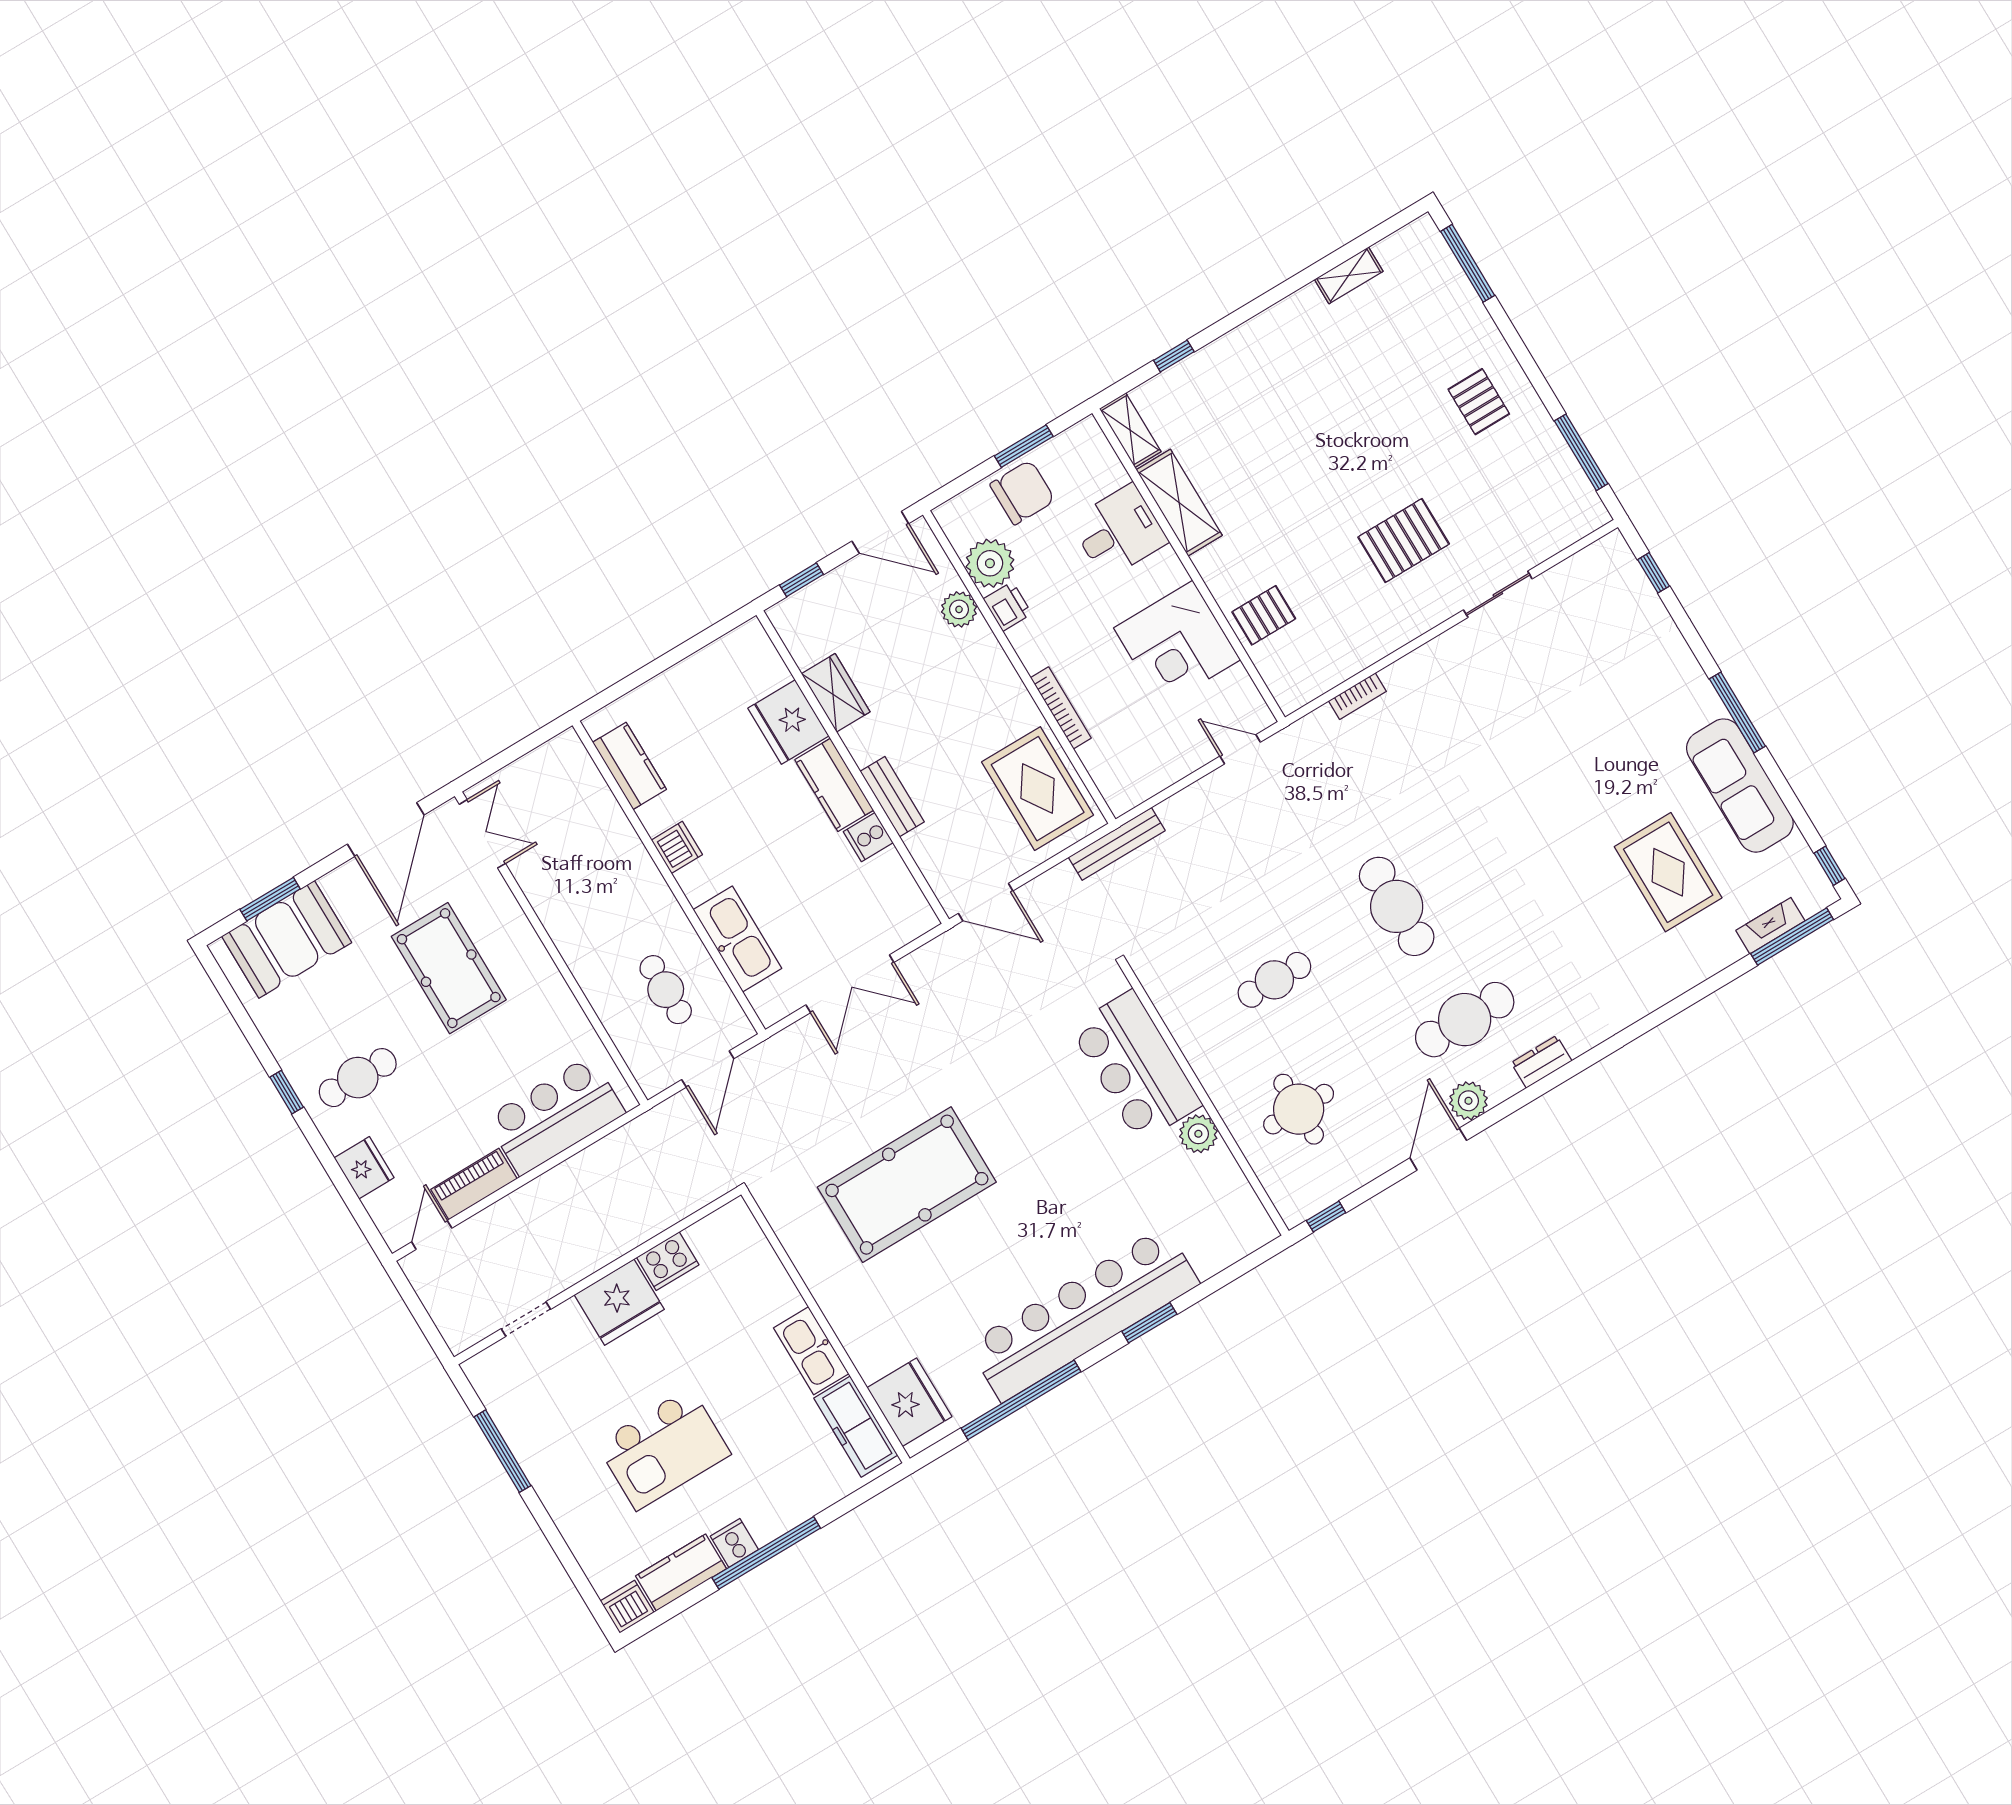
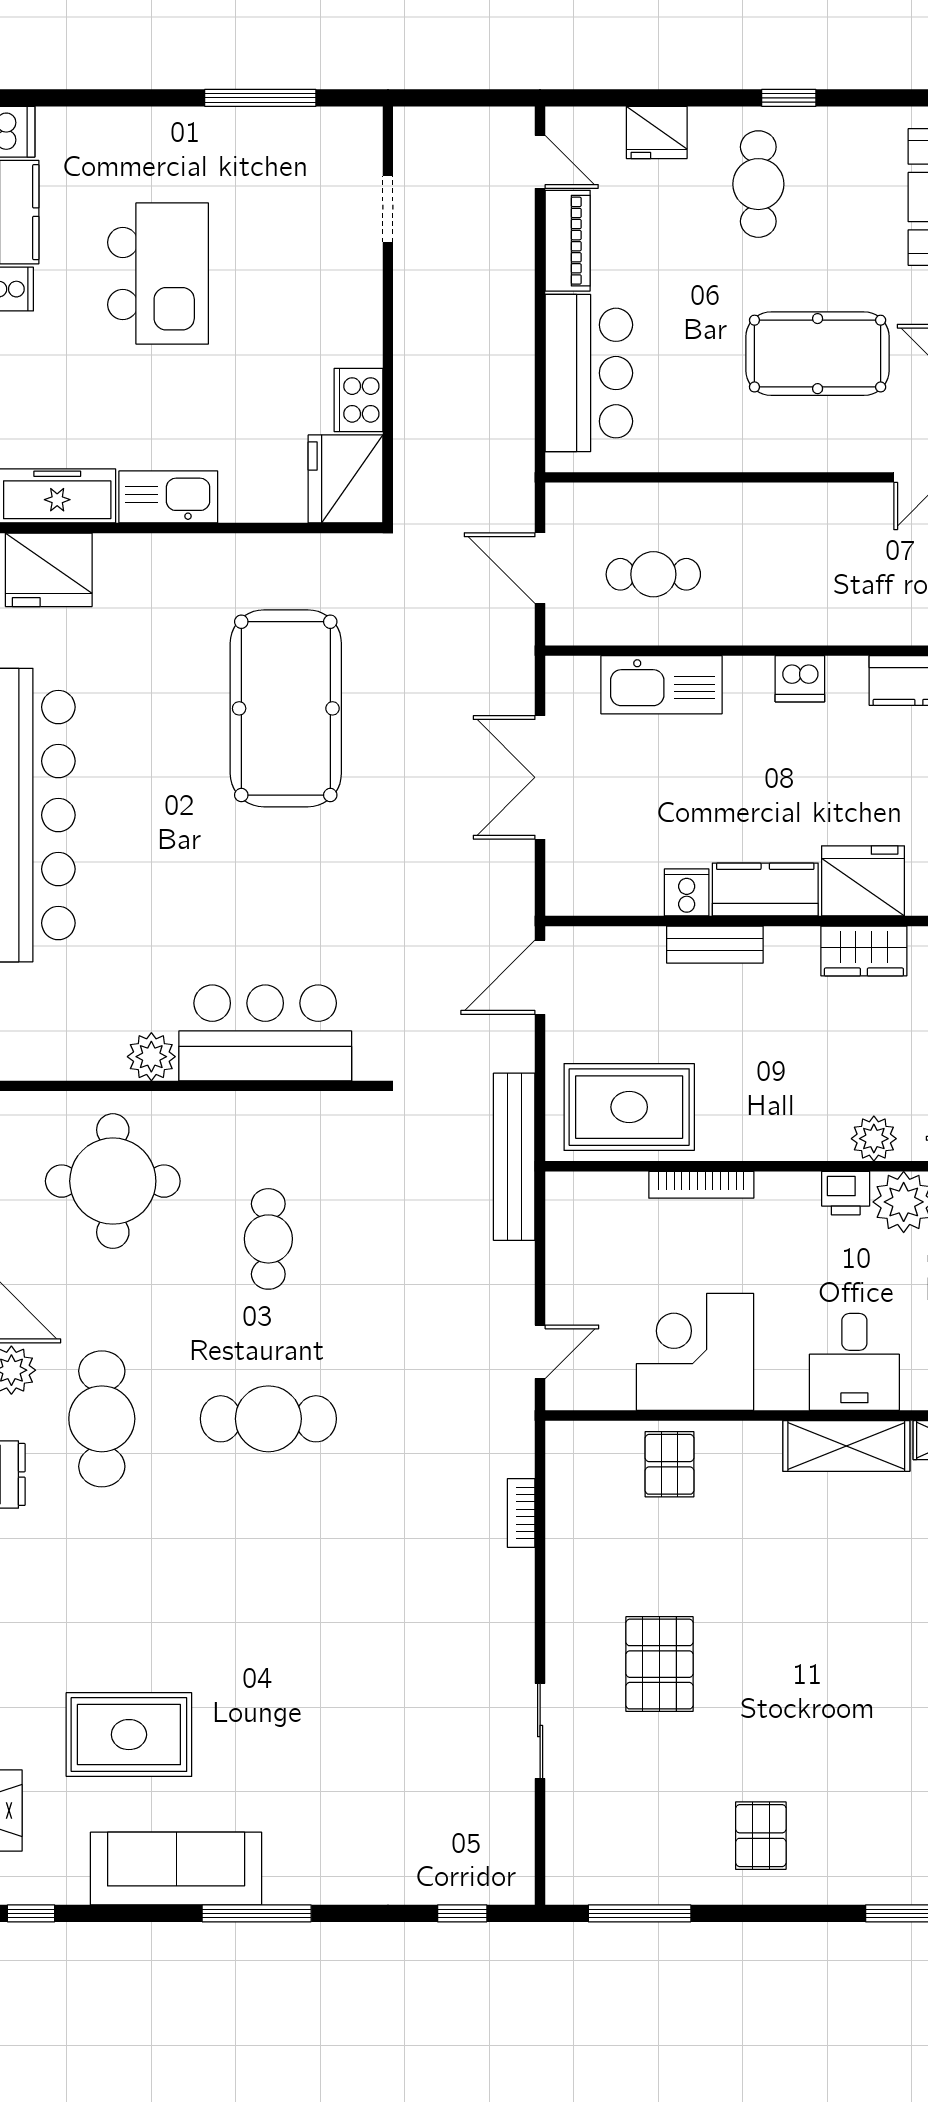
pallet: (1479, 402) -> (761, 1836), turned 90
bench: (1117, 844) -> (514, 1157), width x1.37, depth x1.21
round table: (1299, 1109) -> (113, 1181), width x1.36, depth x1.36
fridge: (619, 1302) -> (346, 479), moved
kitchen island: (664, 1449) -> (158, 273), turned 180

